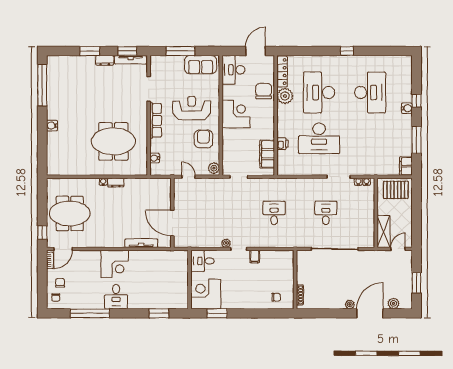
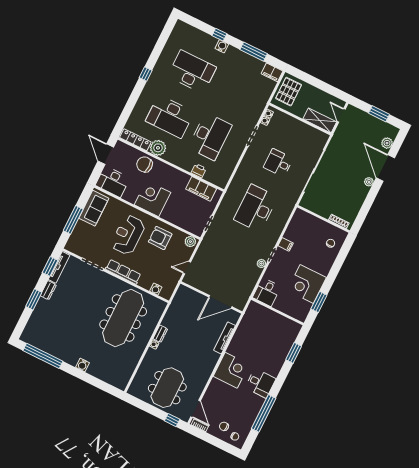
meeting table: (113, 141) -> (123, 318), width x1.36
desk: (274, 213) -> (256, 208), width x1.87, depth x1.30
corner desk: (206, 294) -> (307, 284), moved

